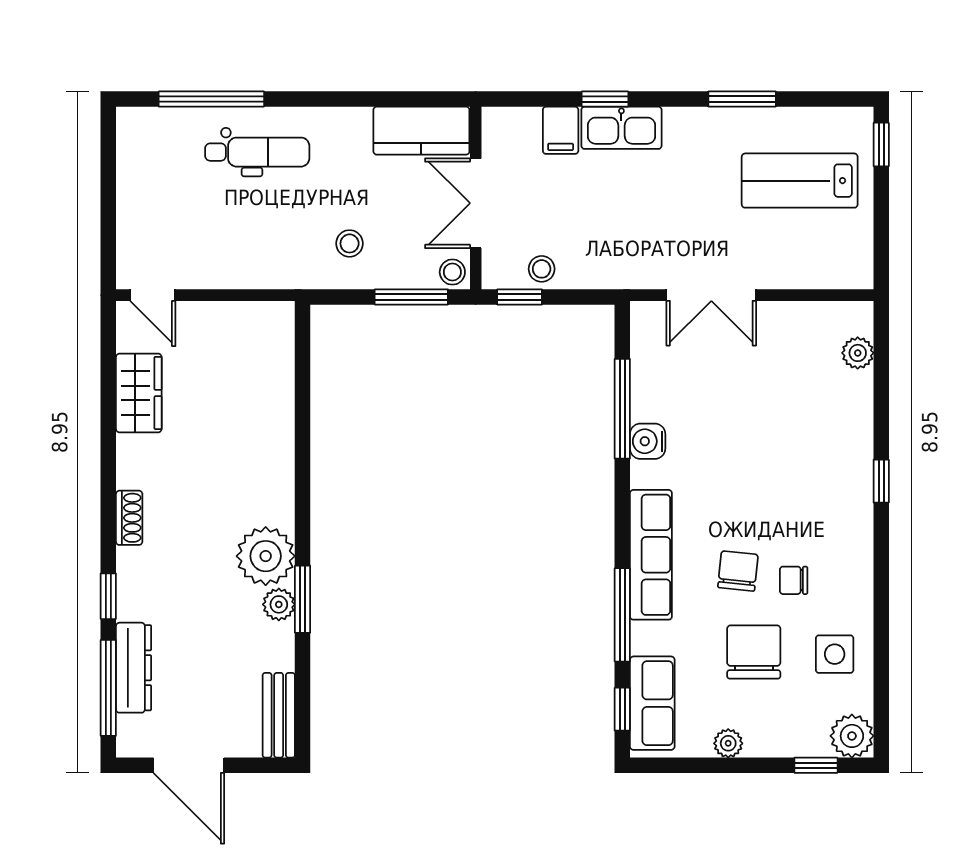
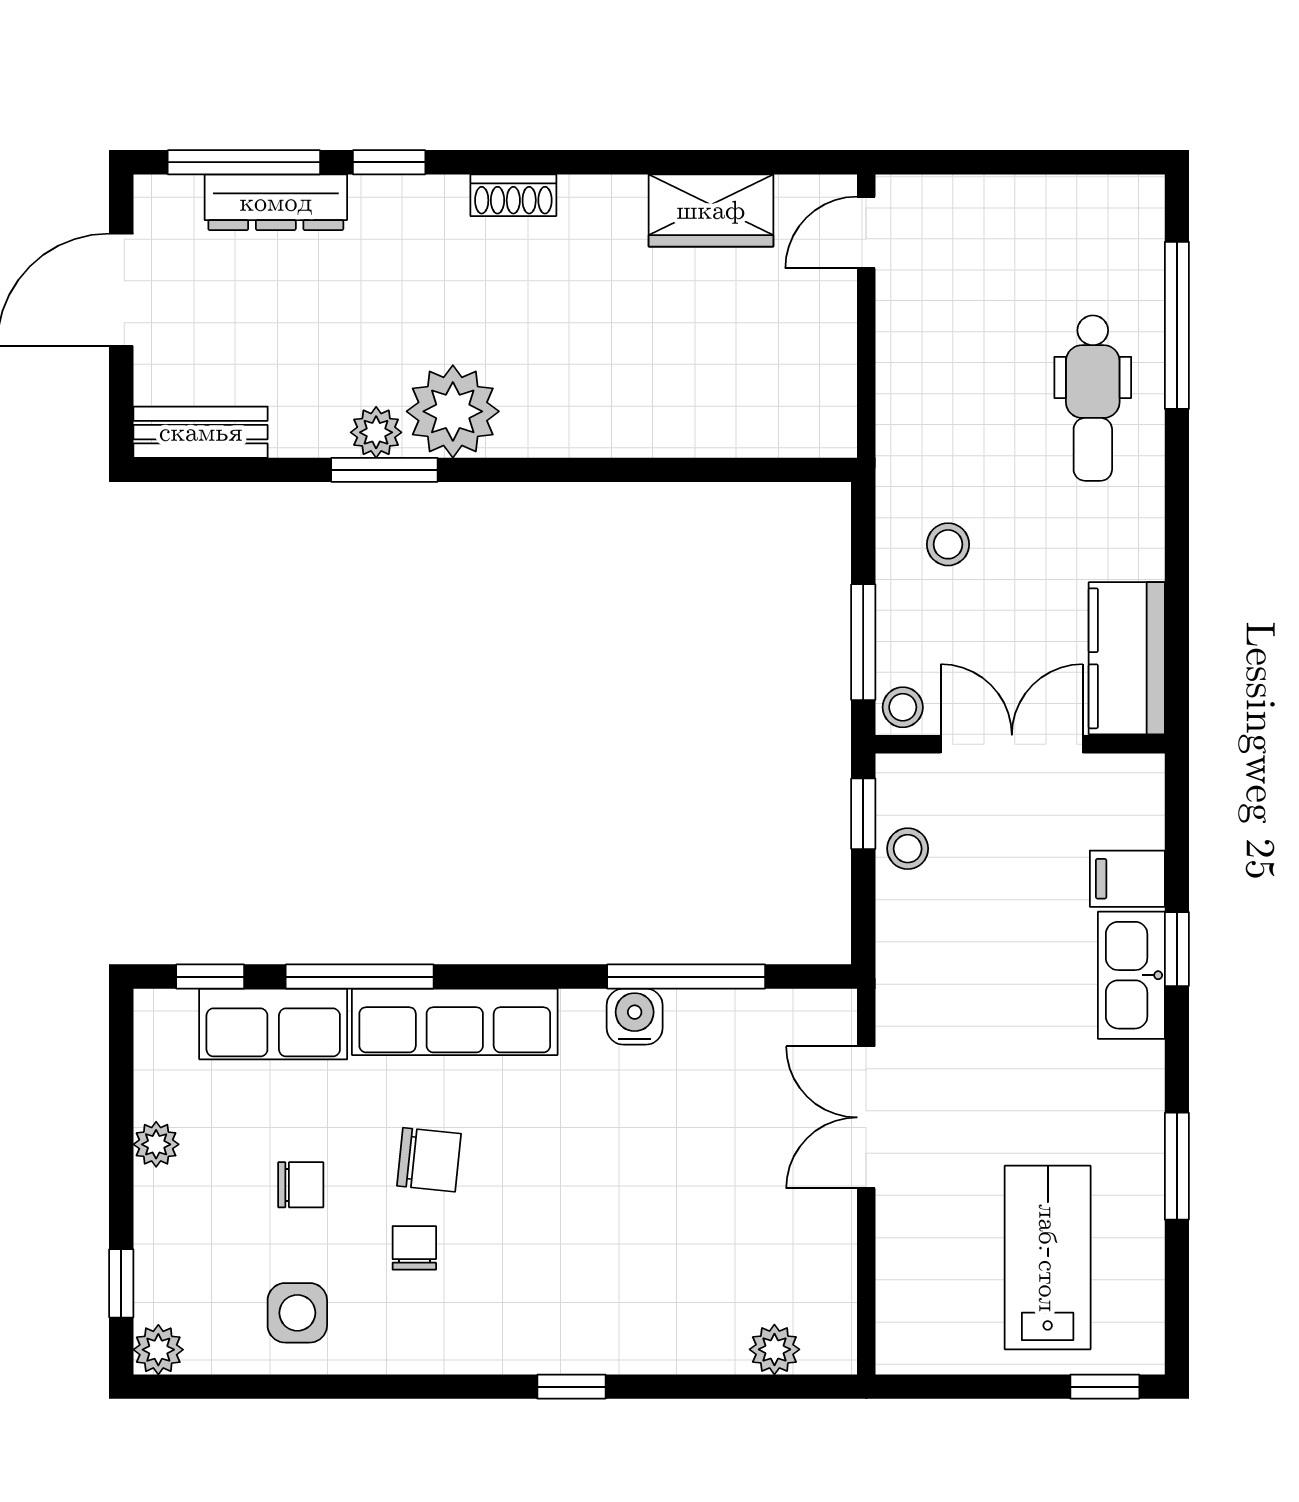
chair: (754, 652) -> (301, 1185), width x0.54, depth x0.54
row of seats: (652, 703) -> (273, 1024), moved
plant: (852, 736) -> (158, 1350), width x0.73, depth x0.73

